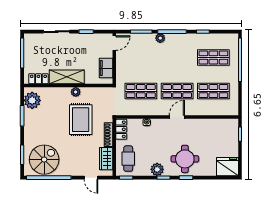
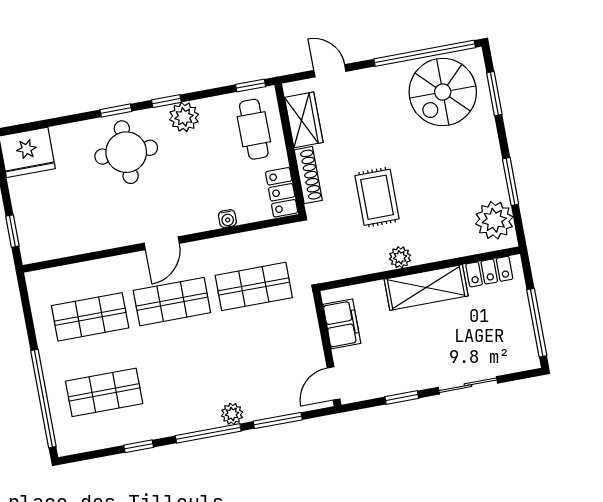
rug: (81, 120) -> (377, 197), width x0.73, depth x0.70

